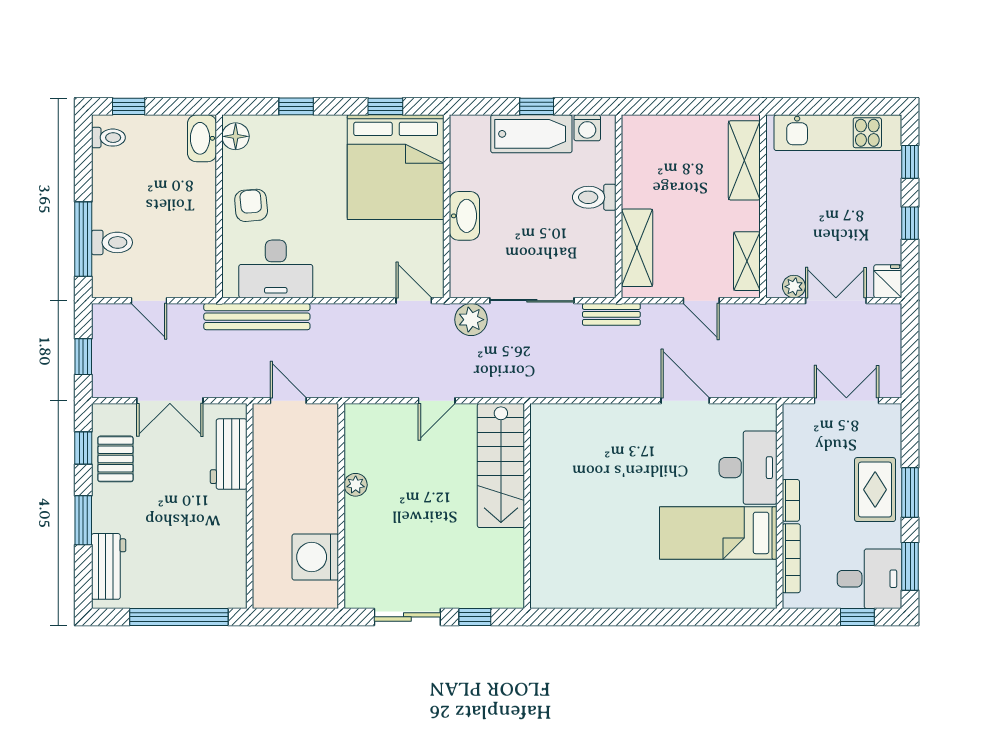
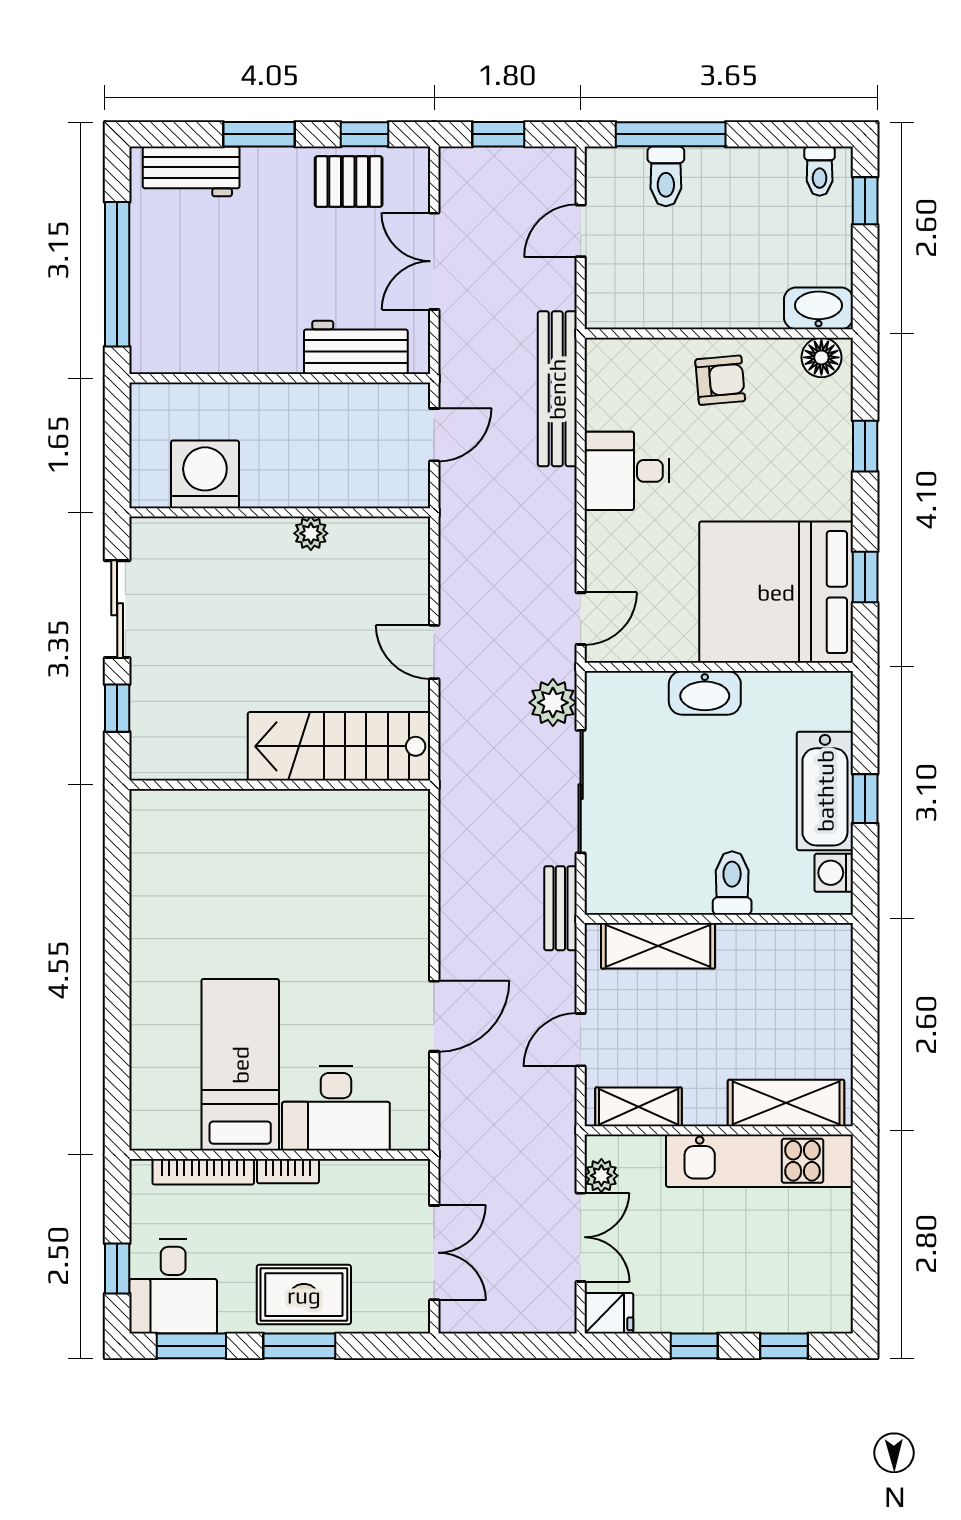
kitchen unit: (838, 133) -> (760, 1161), moved, turned -90
desk: (276, 269) -> (627, 471), moved, width x0.73

